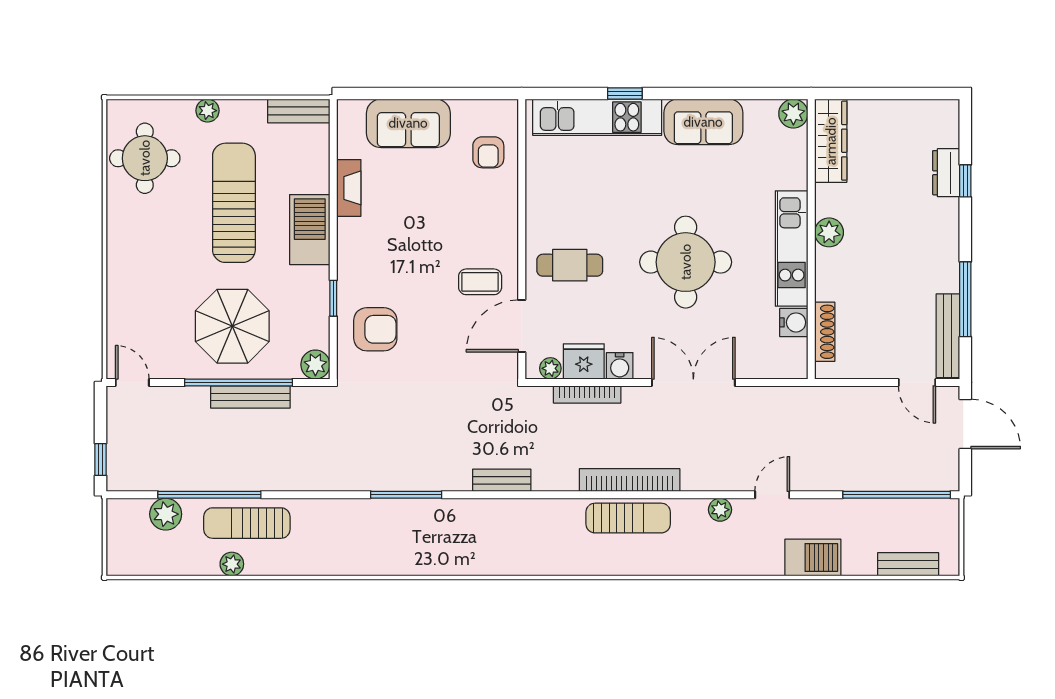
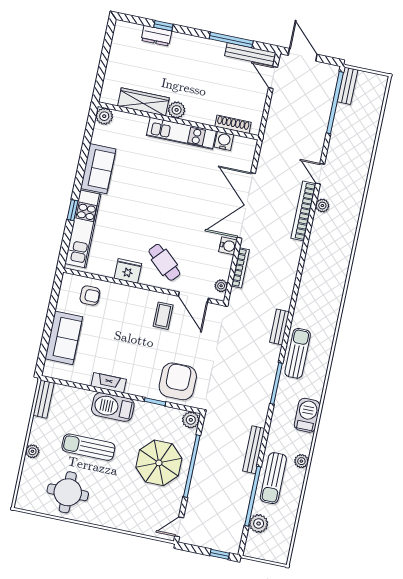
wardrobe: (831, 141) -> (143, 102), moved
round table: (145, 158) -> (68, 492), moved
fireplace: (349, 188) -> (109, 383), moved
sun lounger: (234, 203) -> (88, 447), width x0.73, depth x0.75
round table: (686, 262) -> (176, 196), removed
cafe table: (570, 265) -> (164, 262), turned -48
armchair: (375, 329) -> (178, 381), width x1.36, depth x1.36
fridge: (584, 361) -> (128, 271), moved, turned 90
double door: (693, 382) -> (246, 206), width x1.36
door: (917, 382) -> (273, 77), swing flipped
bench: (250, 397) -> (254, 450), moved
door: (965, 424) -> (303, 55), hinge flipped
bookcase: (630, 480) -> (303, 211), moved
sun lounger: (628, 518) -> (298, 353), moved
barbecue: (813, 558) -> (307, 415), moved
plant: (232, 564) -> (301, 461), moved
bench: (908, 564) -> (347, 86), moved

